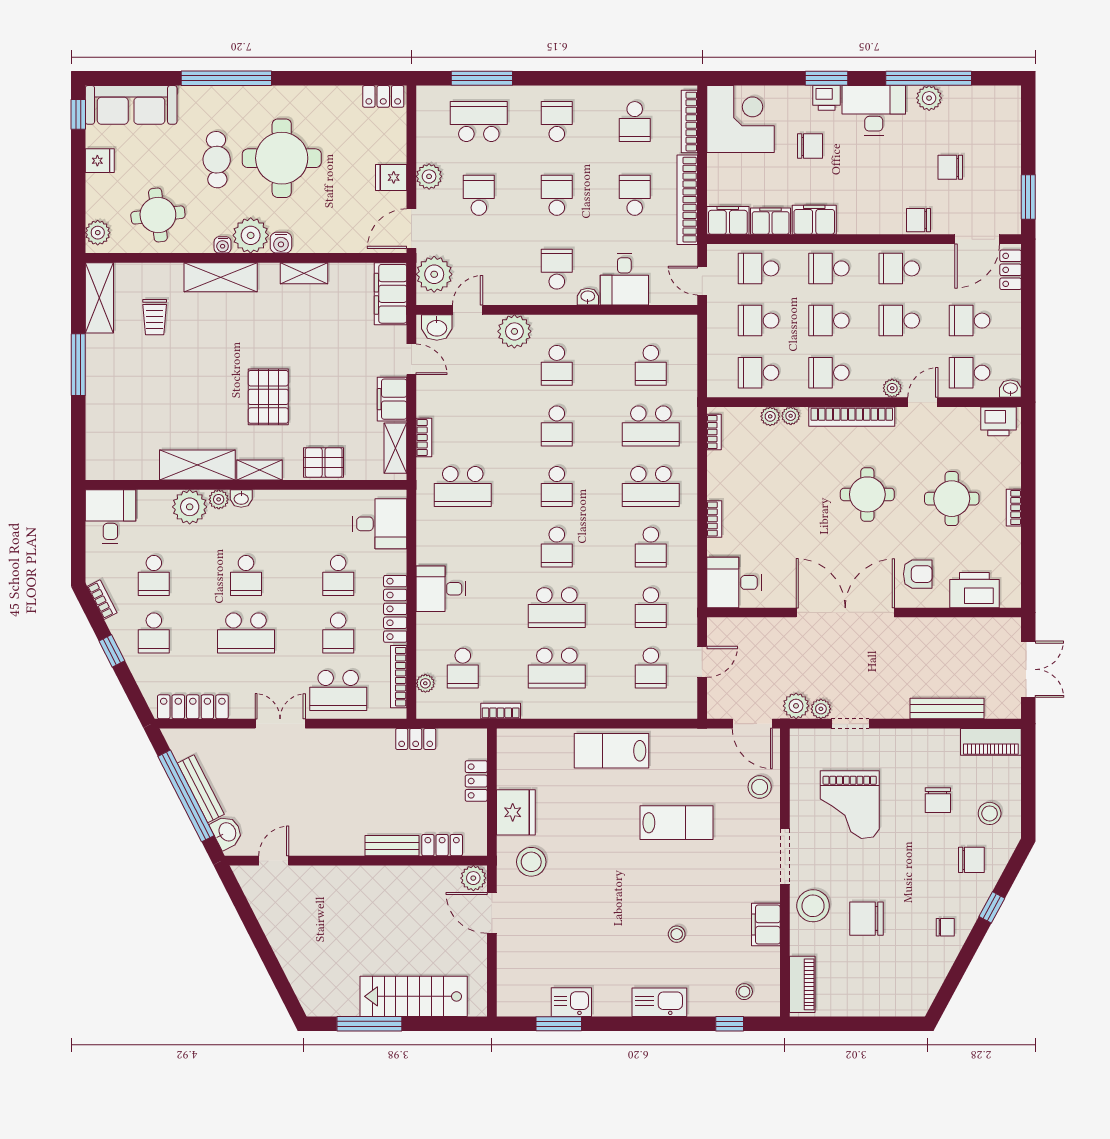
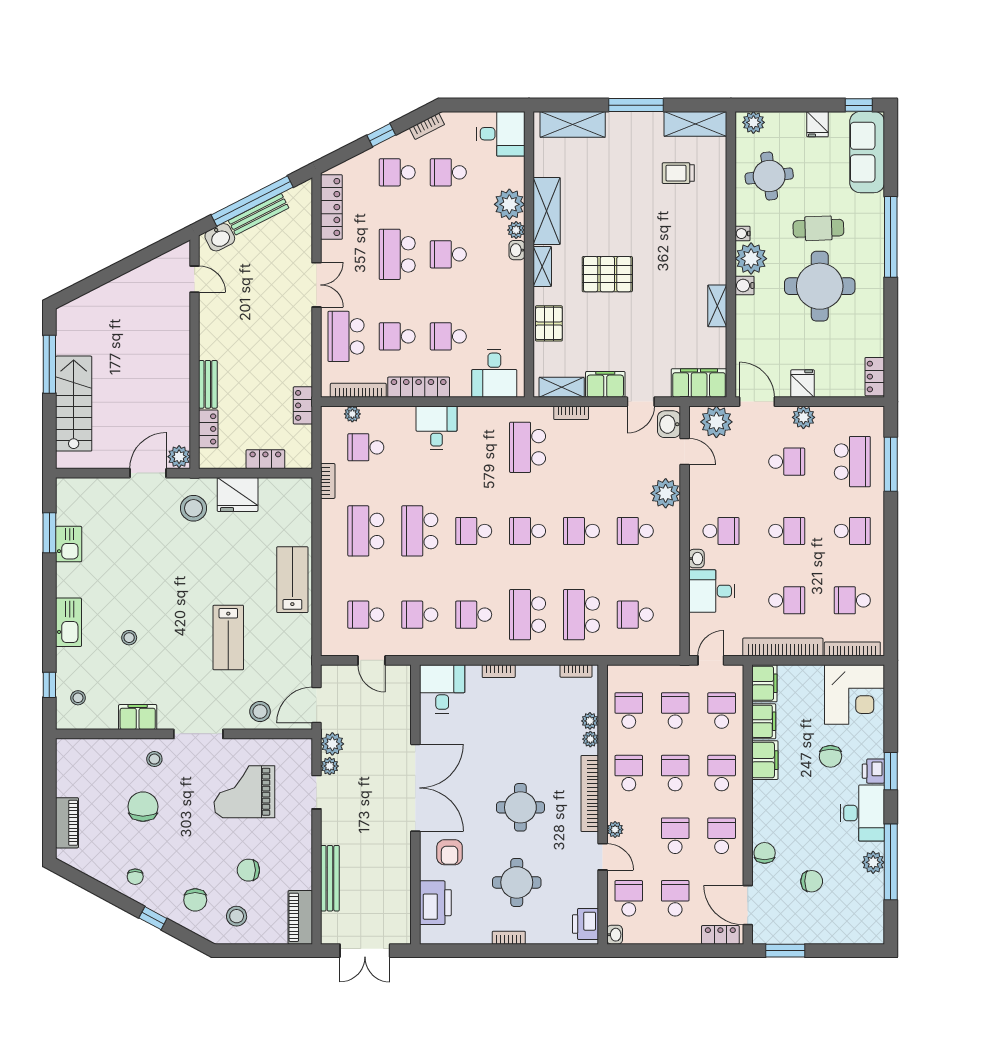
chair: (950, 167) -> (812, 881), turned 90
shelving: (221, 277) -> (573, 124), moved, turned 90
stool: (813, 906) -> (154, 759), width x0.53, depth x0.53
piano: (802, 984) -> (67, 823), moved, turned -90

